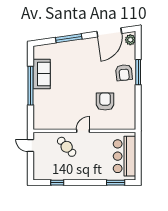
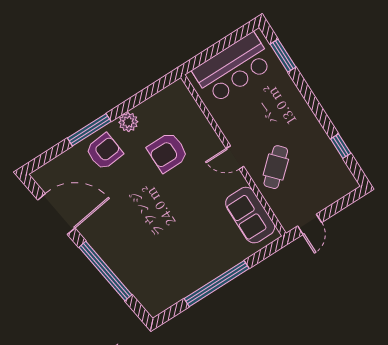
window: (69, 38) -> (105, 271), width x1.46
plant: (130, 40) -> (128, 122), moved
sofa: (42, 74) -> (250, 215), moved, turned -90

